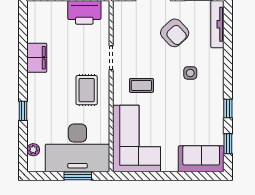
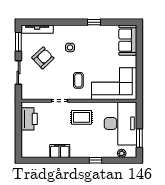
window: (228, 144) -> (118, 22), removed
window: (78, 176) -> (139, 138), moved

